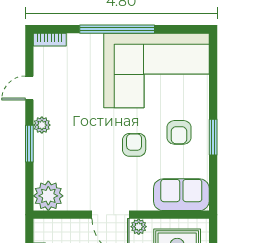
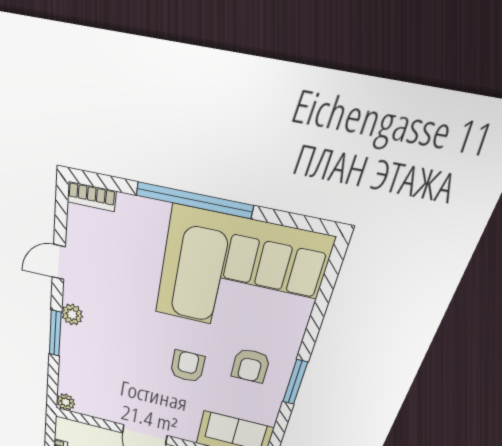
plant: (48, 196) -> (66, 402), width x0.53, depth x0.53

